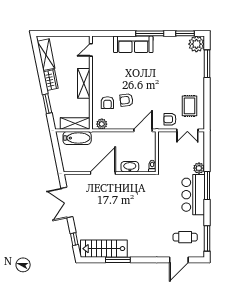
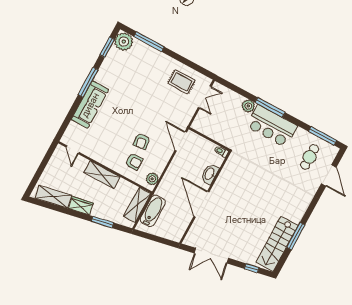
armchair: (170, 119) -> (184, 109), removed

